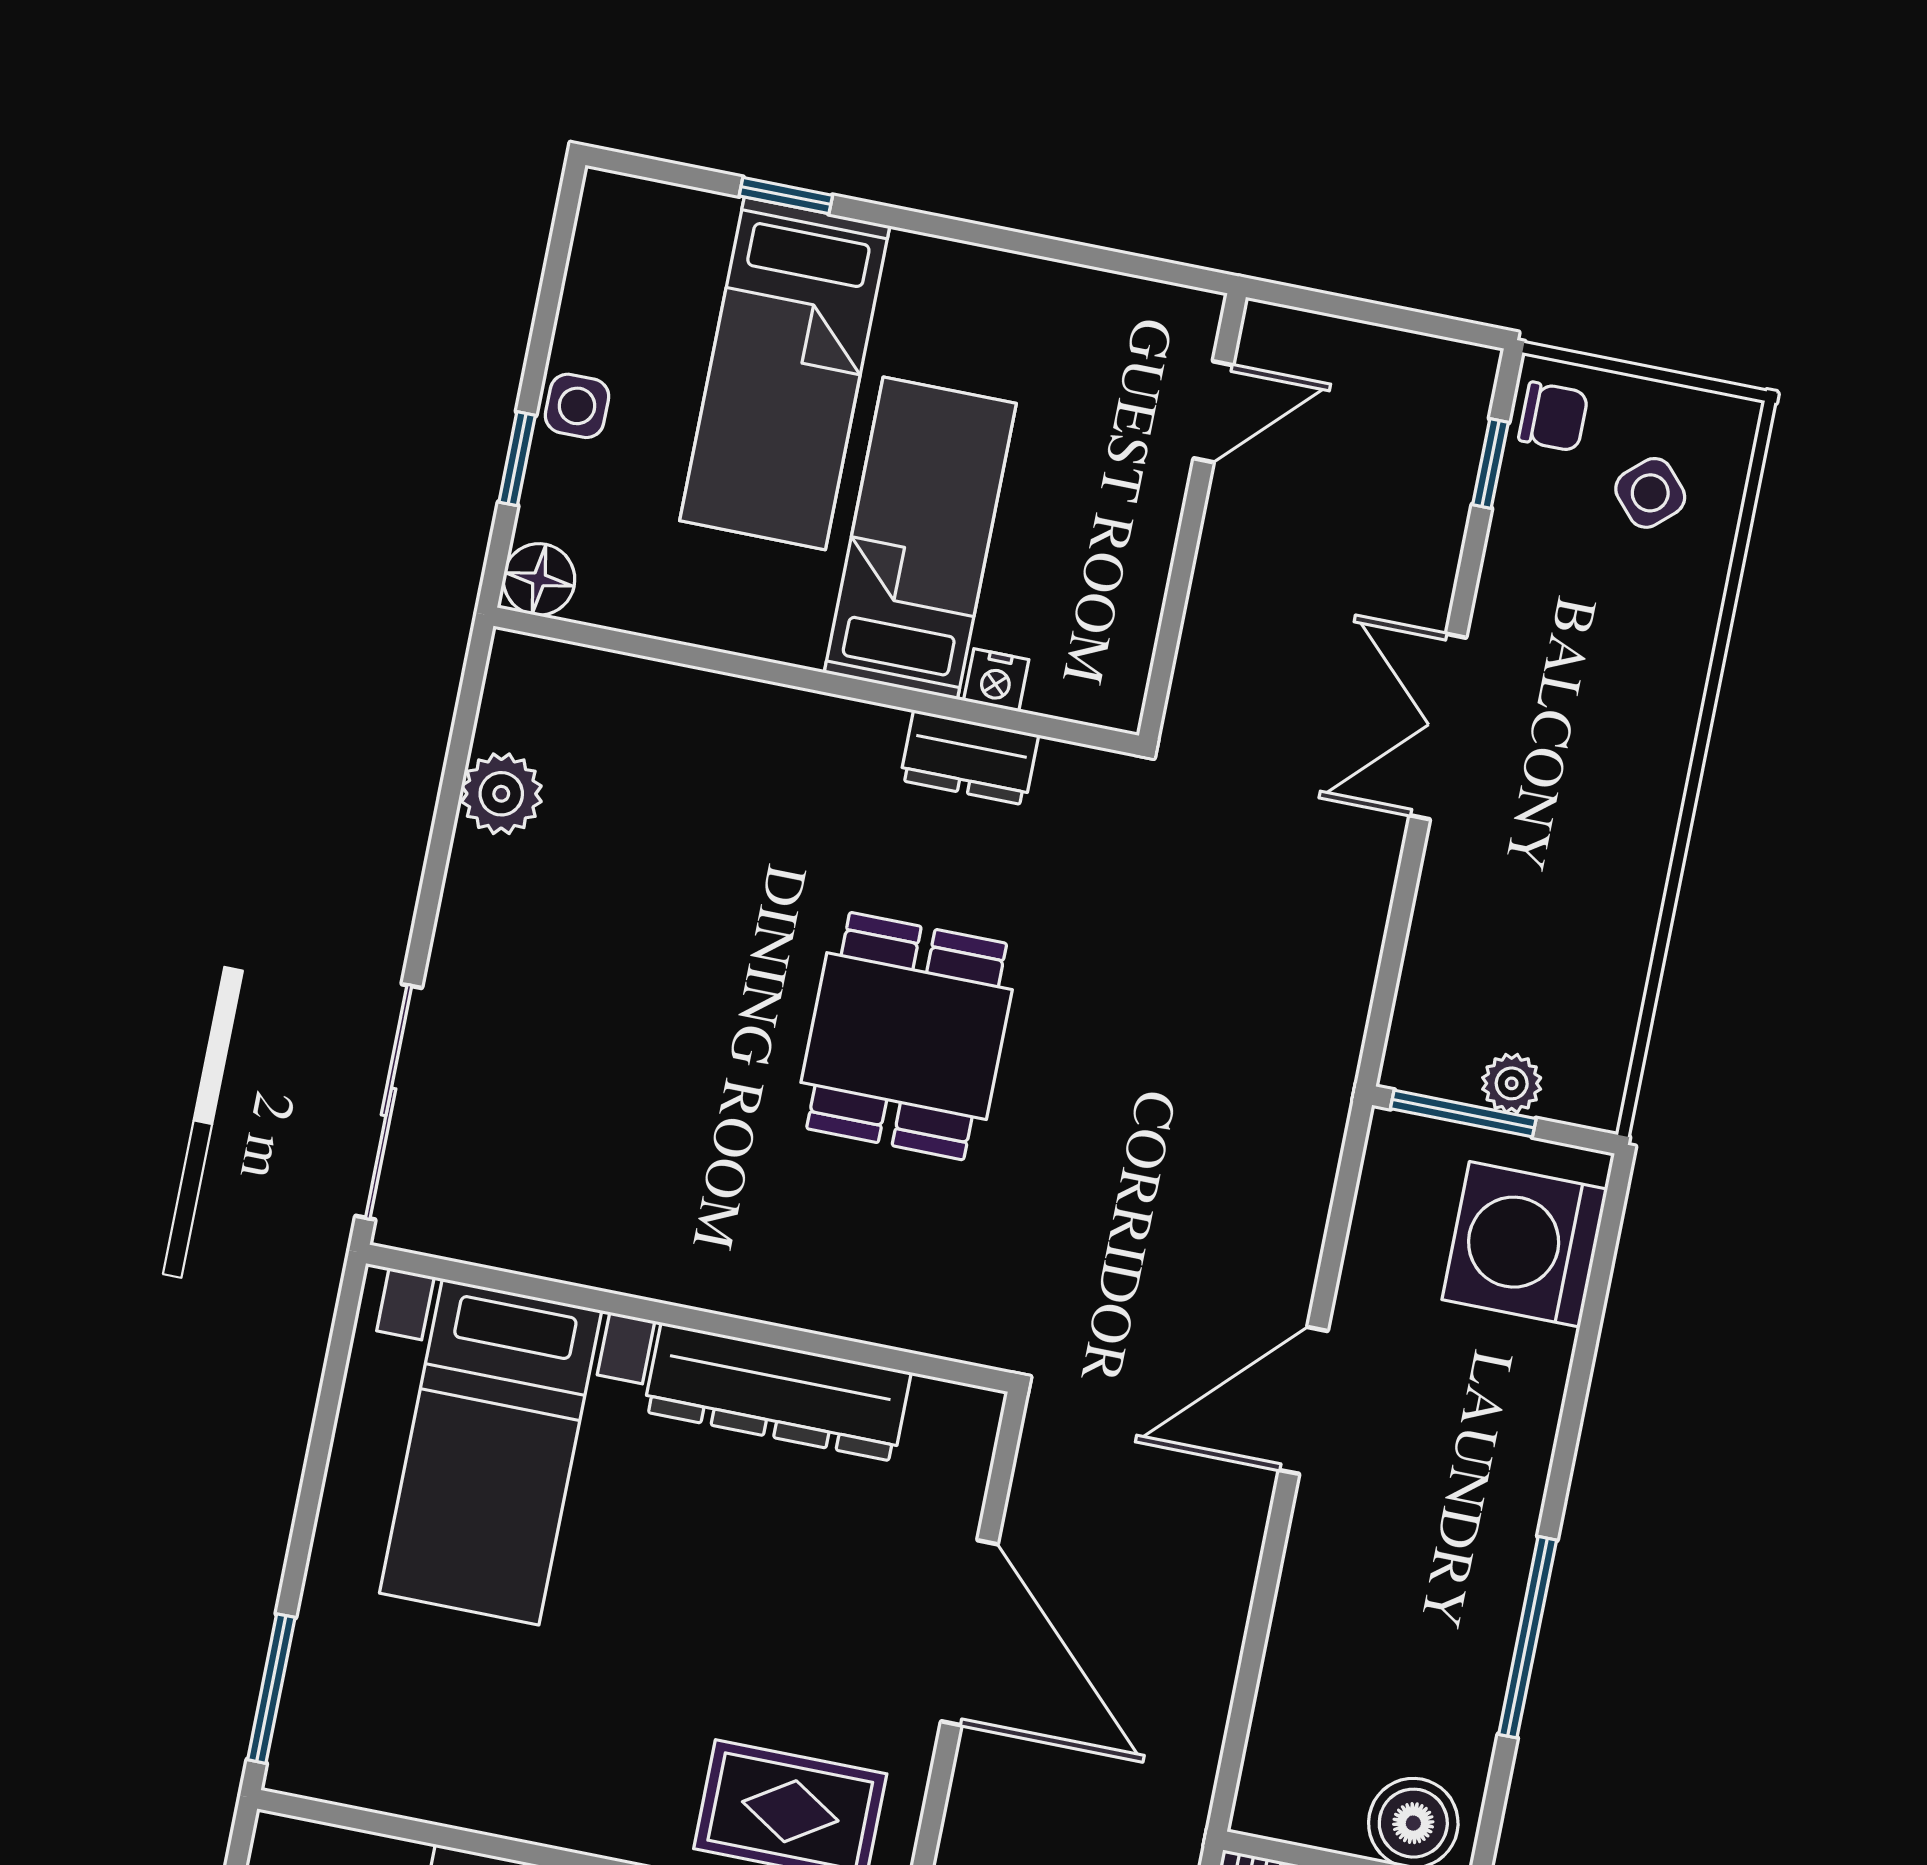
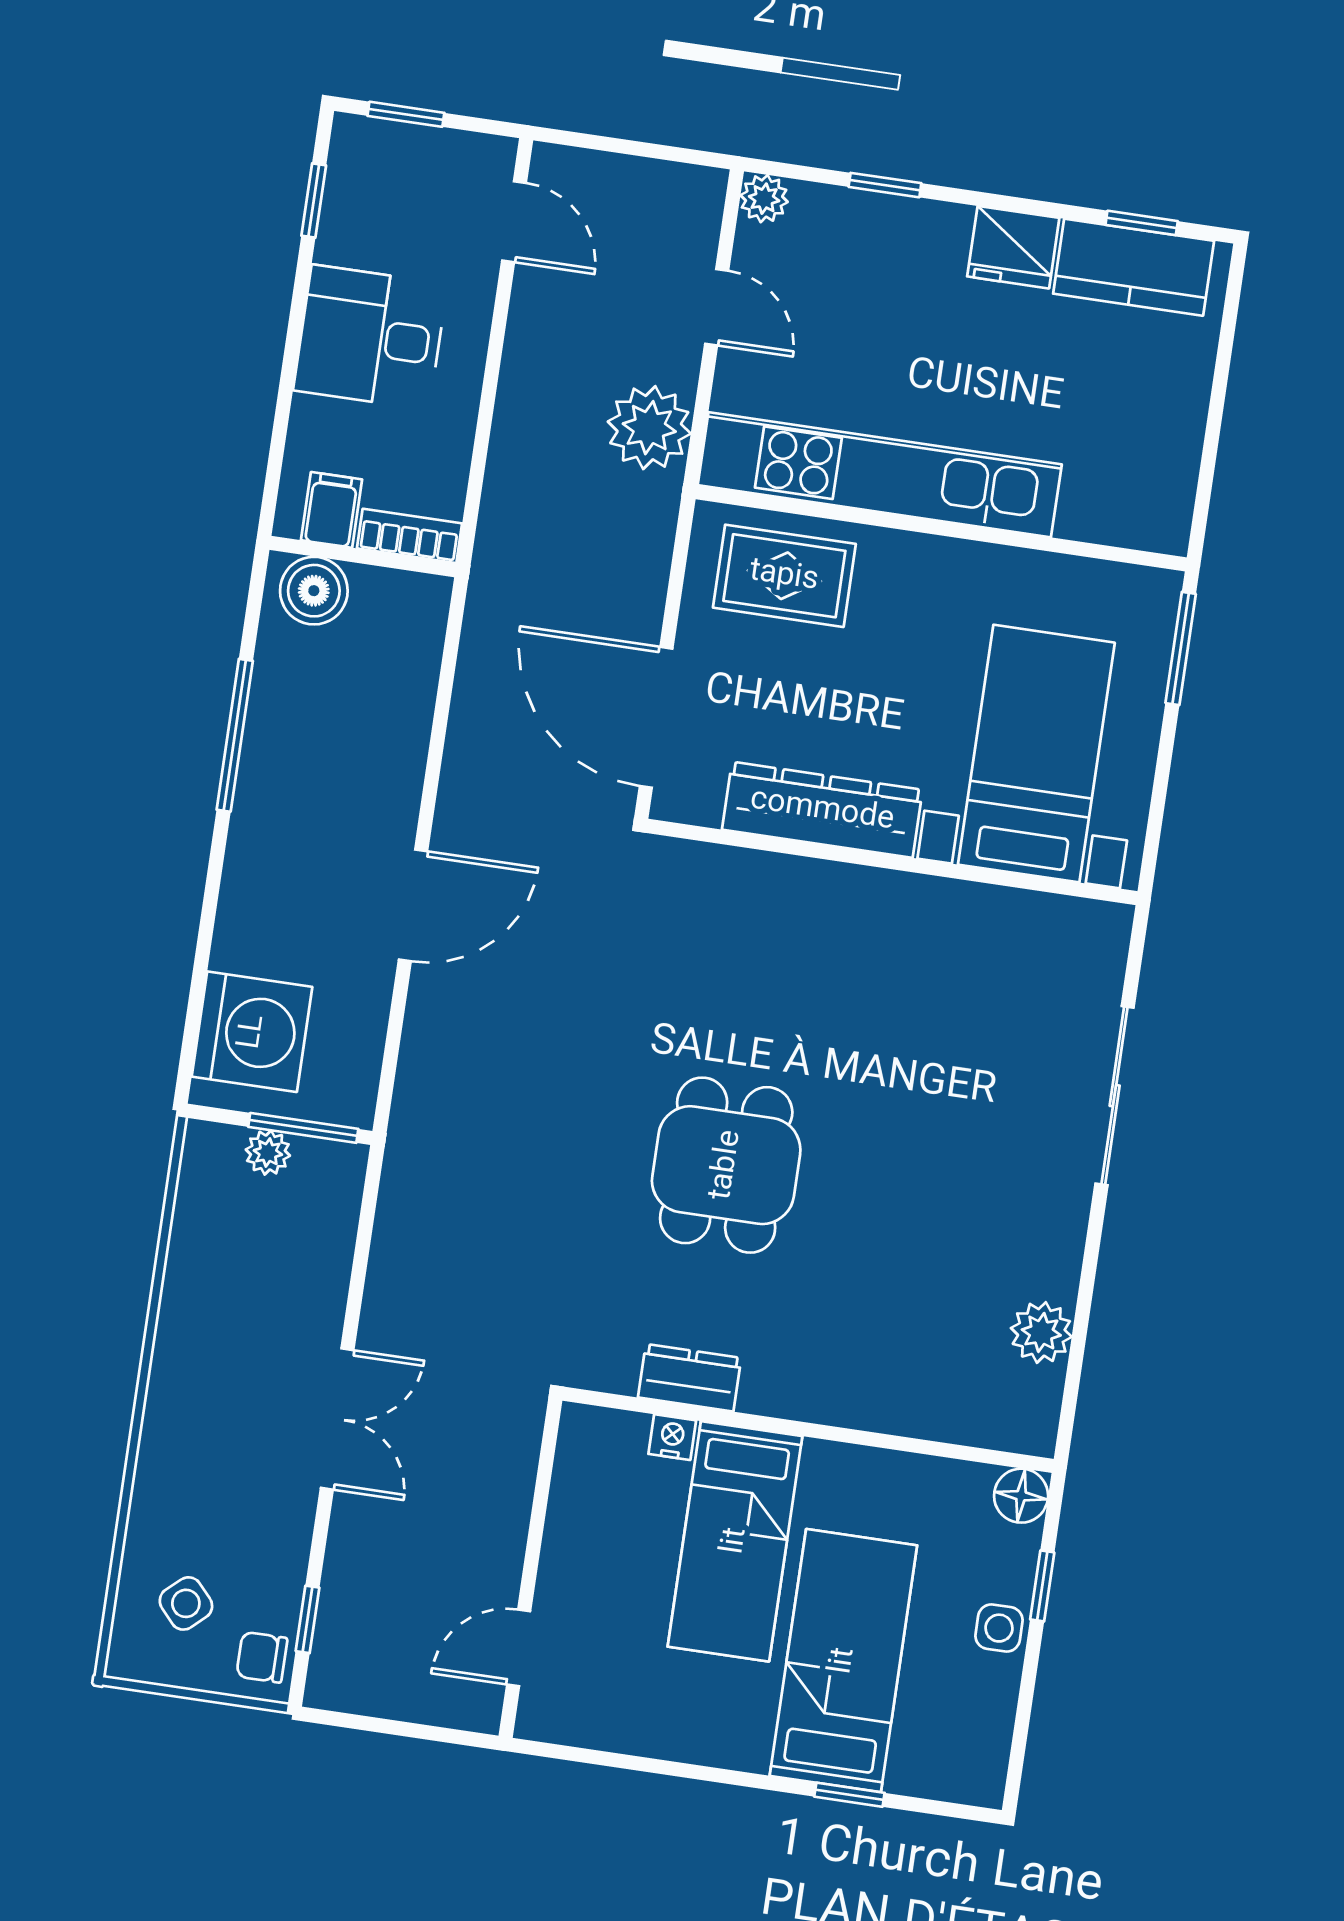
wall: (689, 1318) -> (892, 862), moved
dresser: (777, 1392) -> (822, 810), moved
bed with nightstands: (491, 1452) -> (1036, 754), moved

